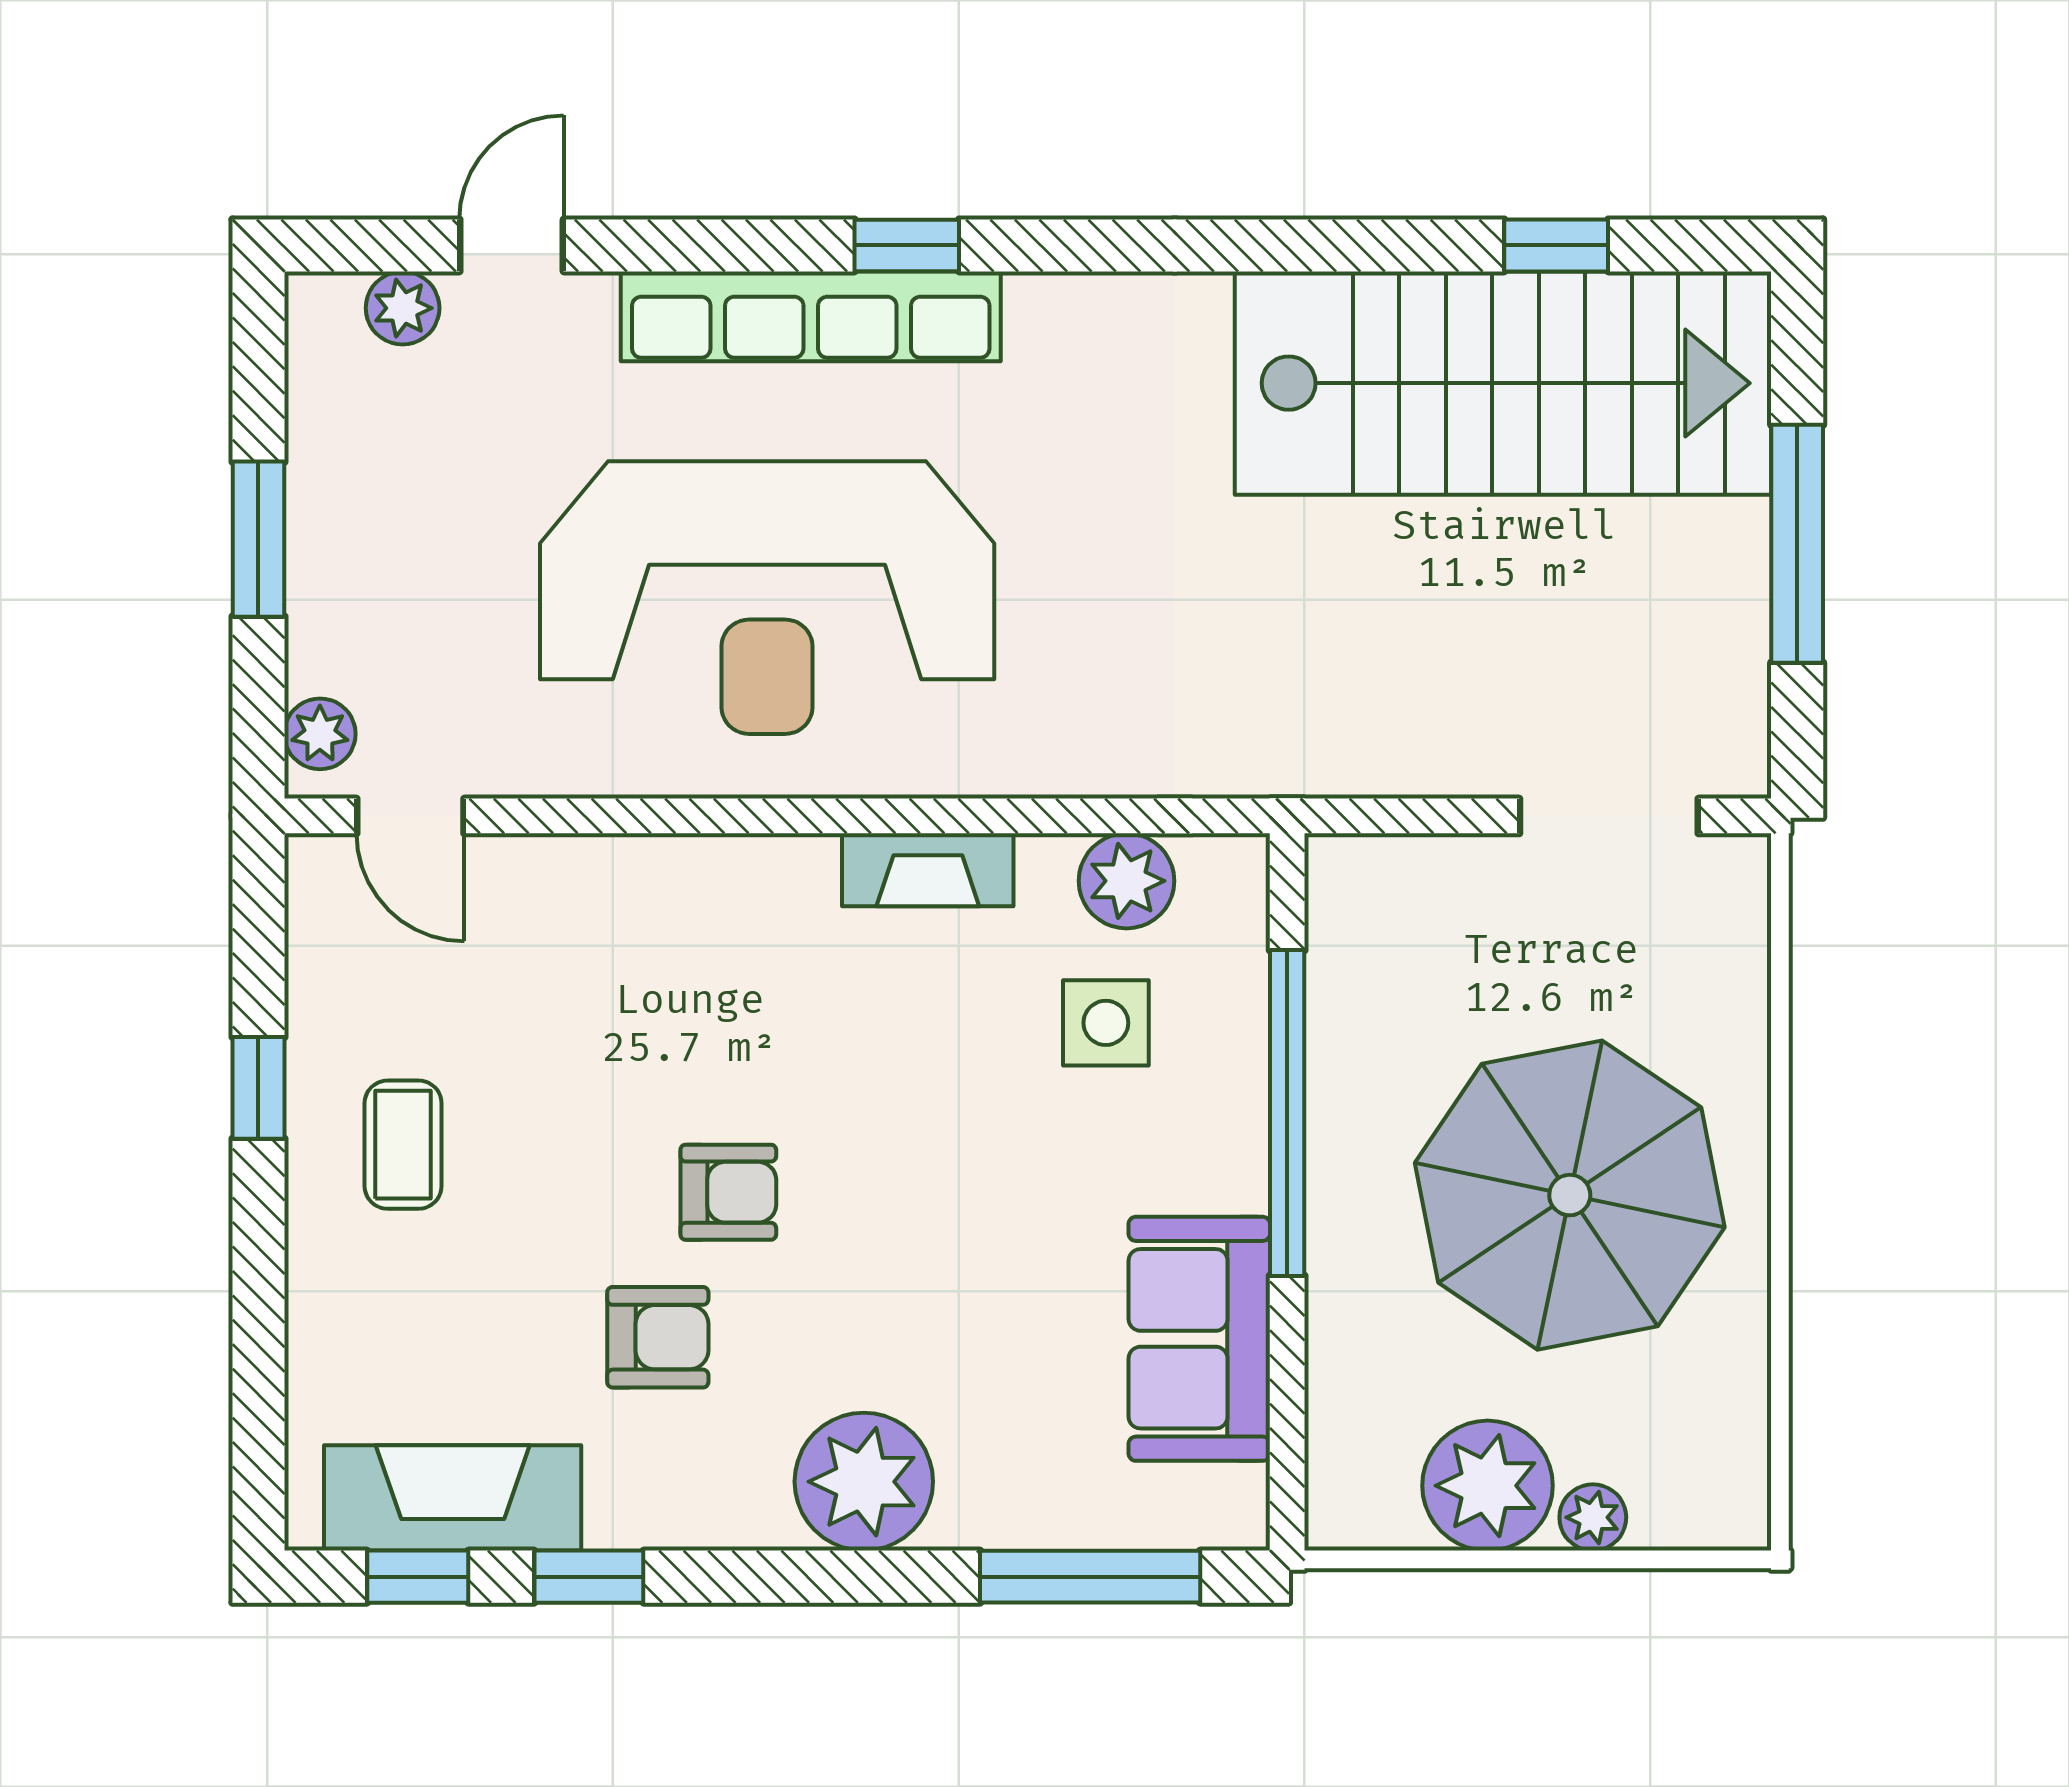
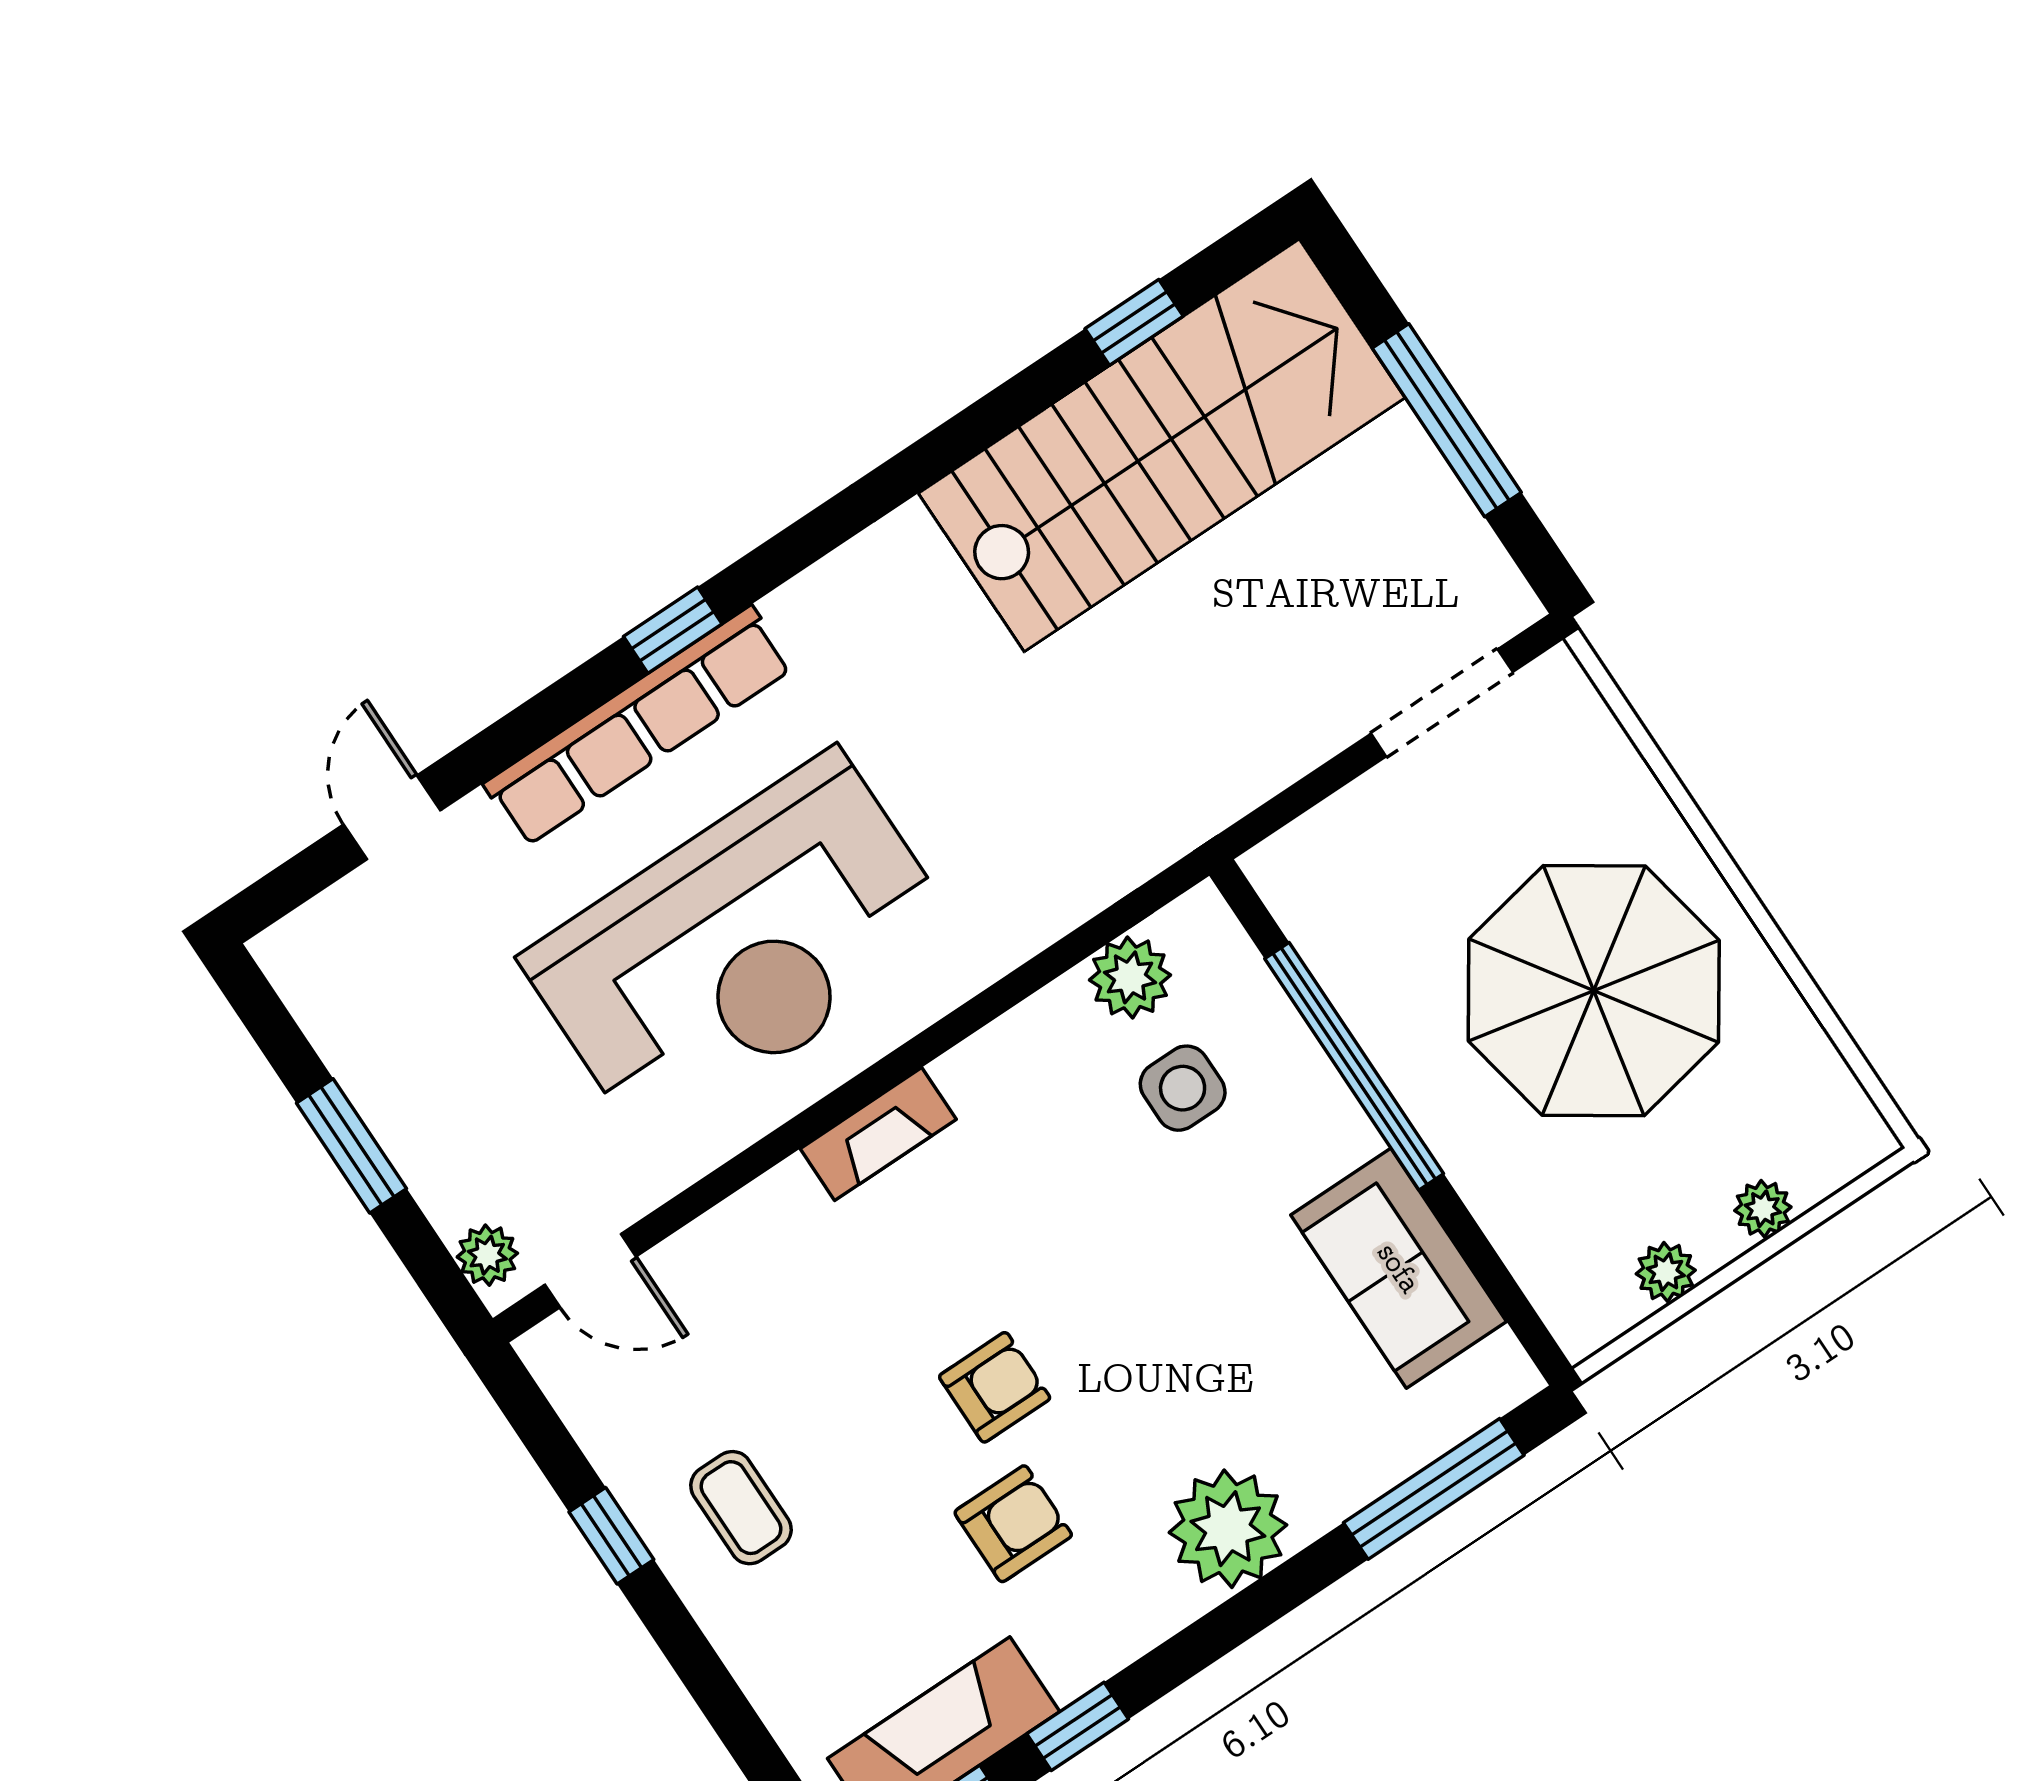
plant: (403, 308) -> (344, 913), removed
fireplace: (928, 870) -> (878, 1134), moved
plant: (1488, 1486) -> (1666, 1272), width x0.53, depth x0.53

